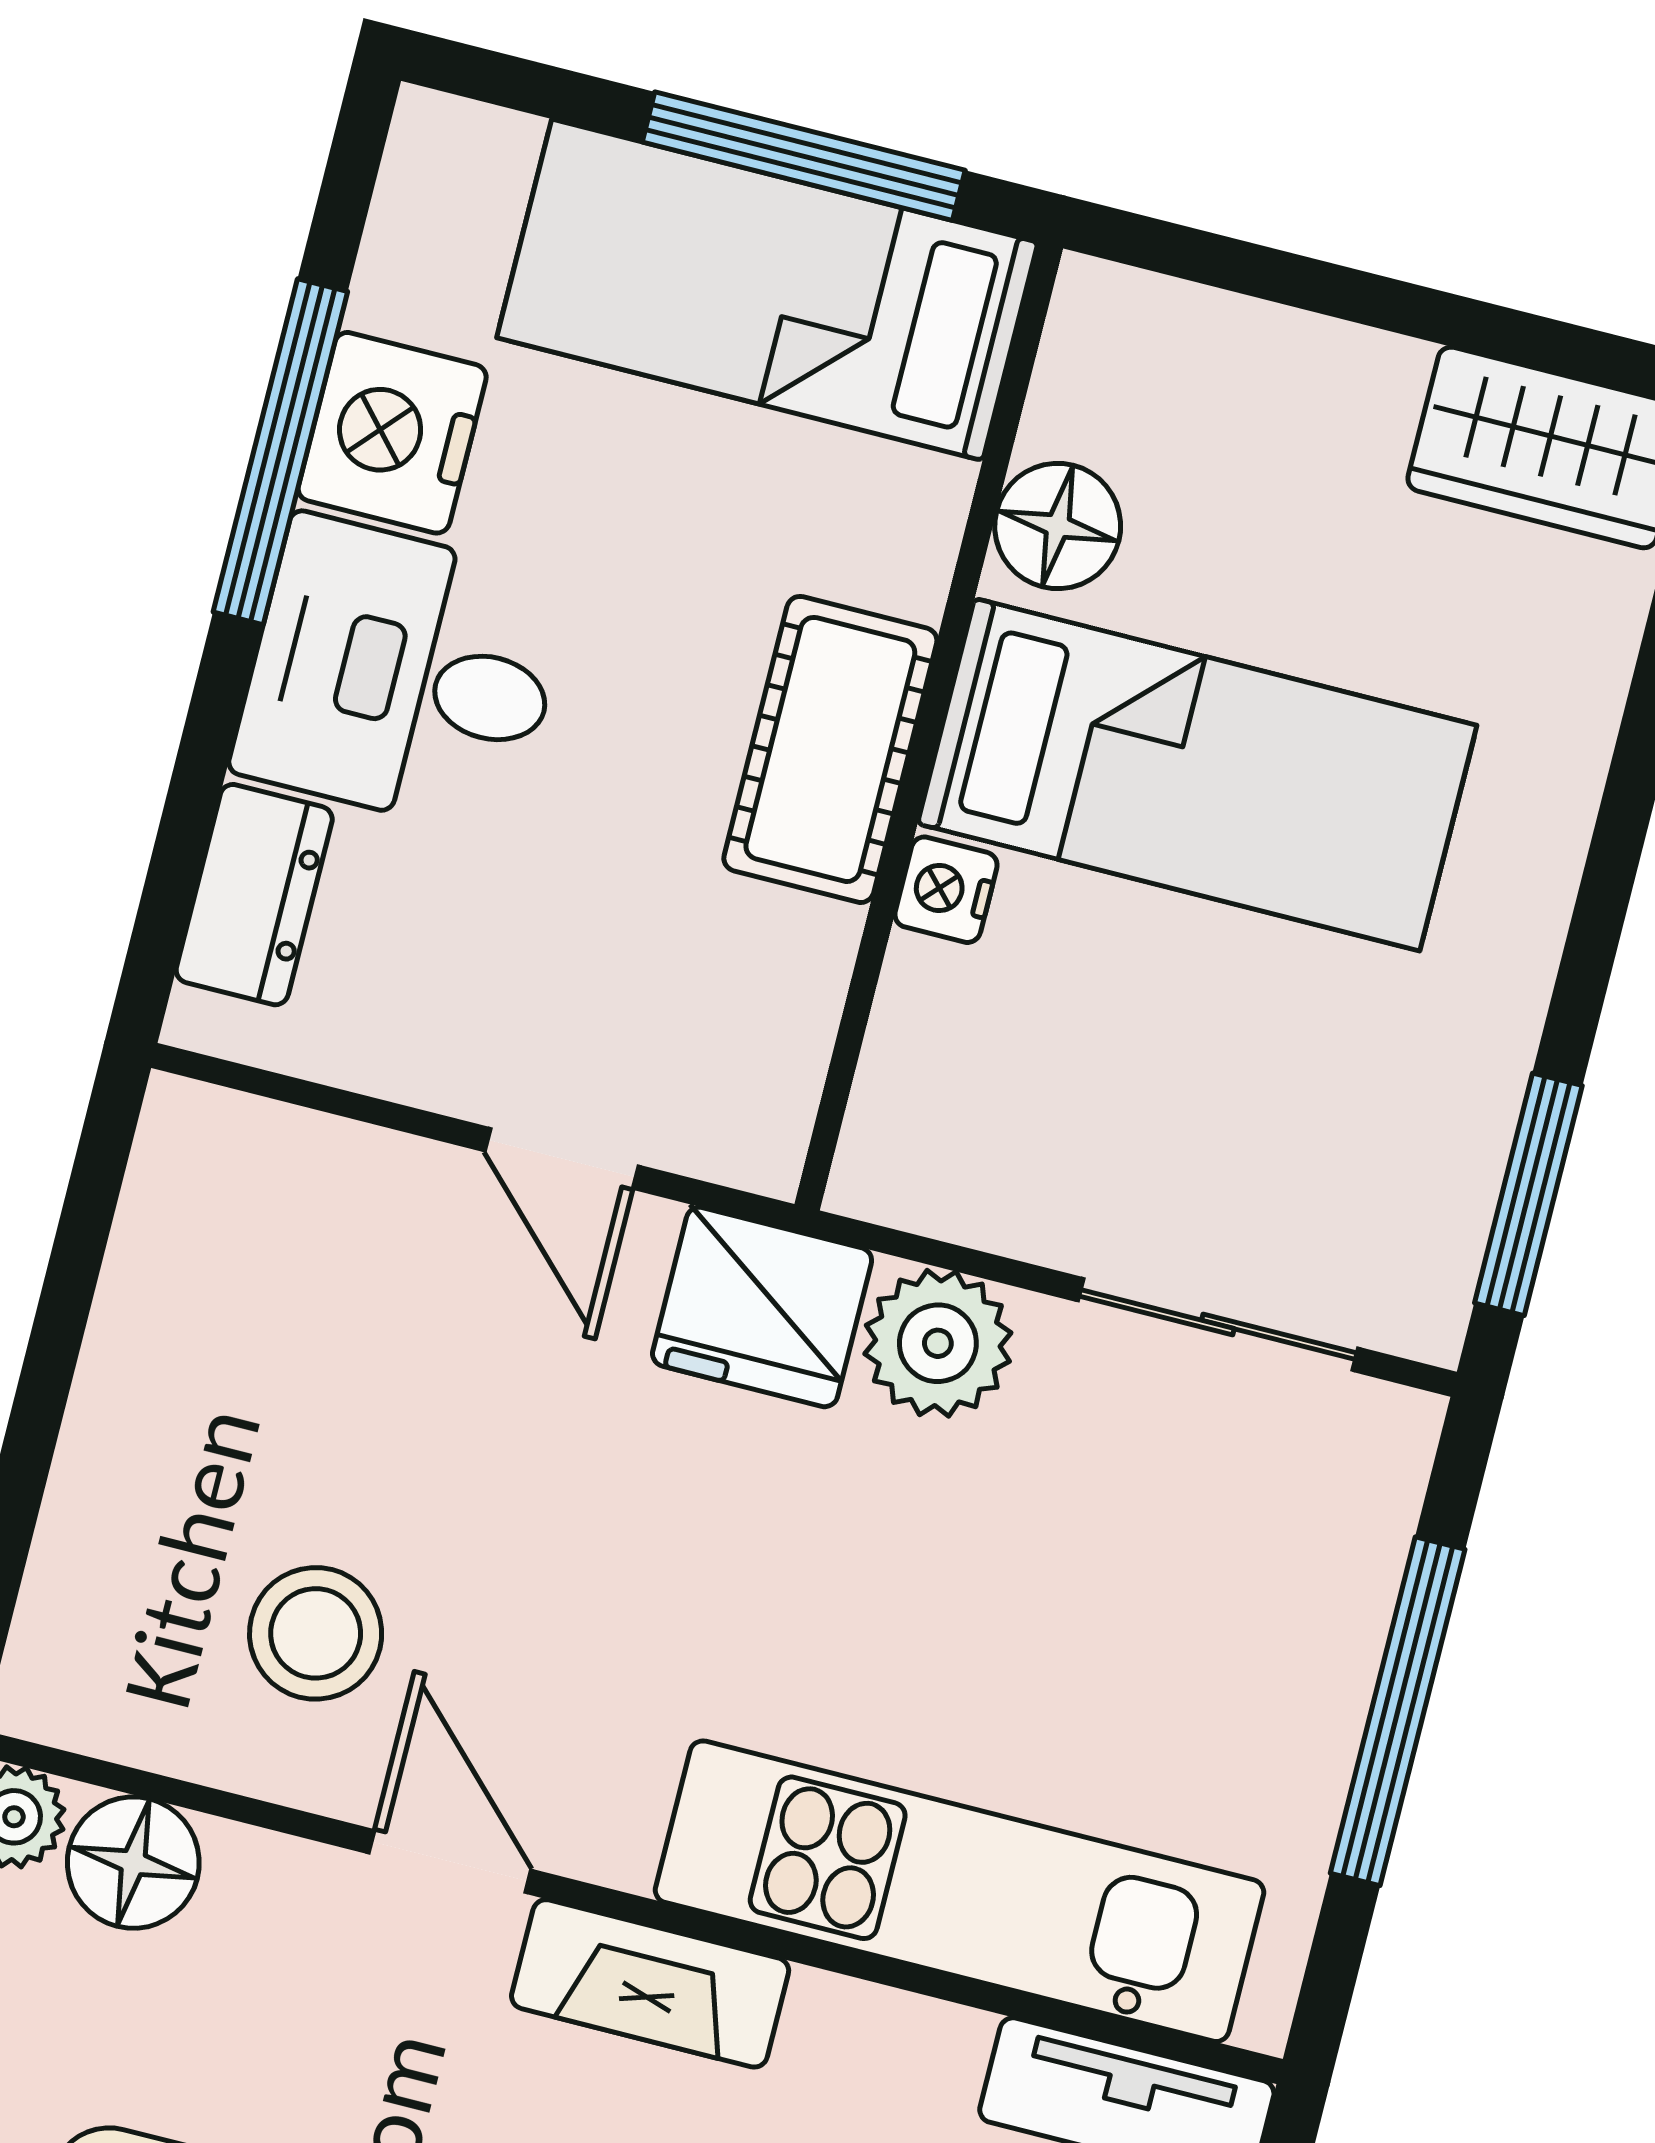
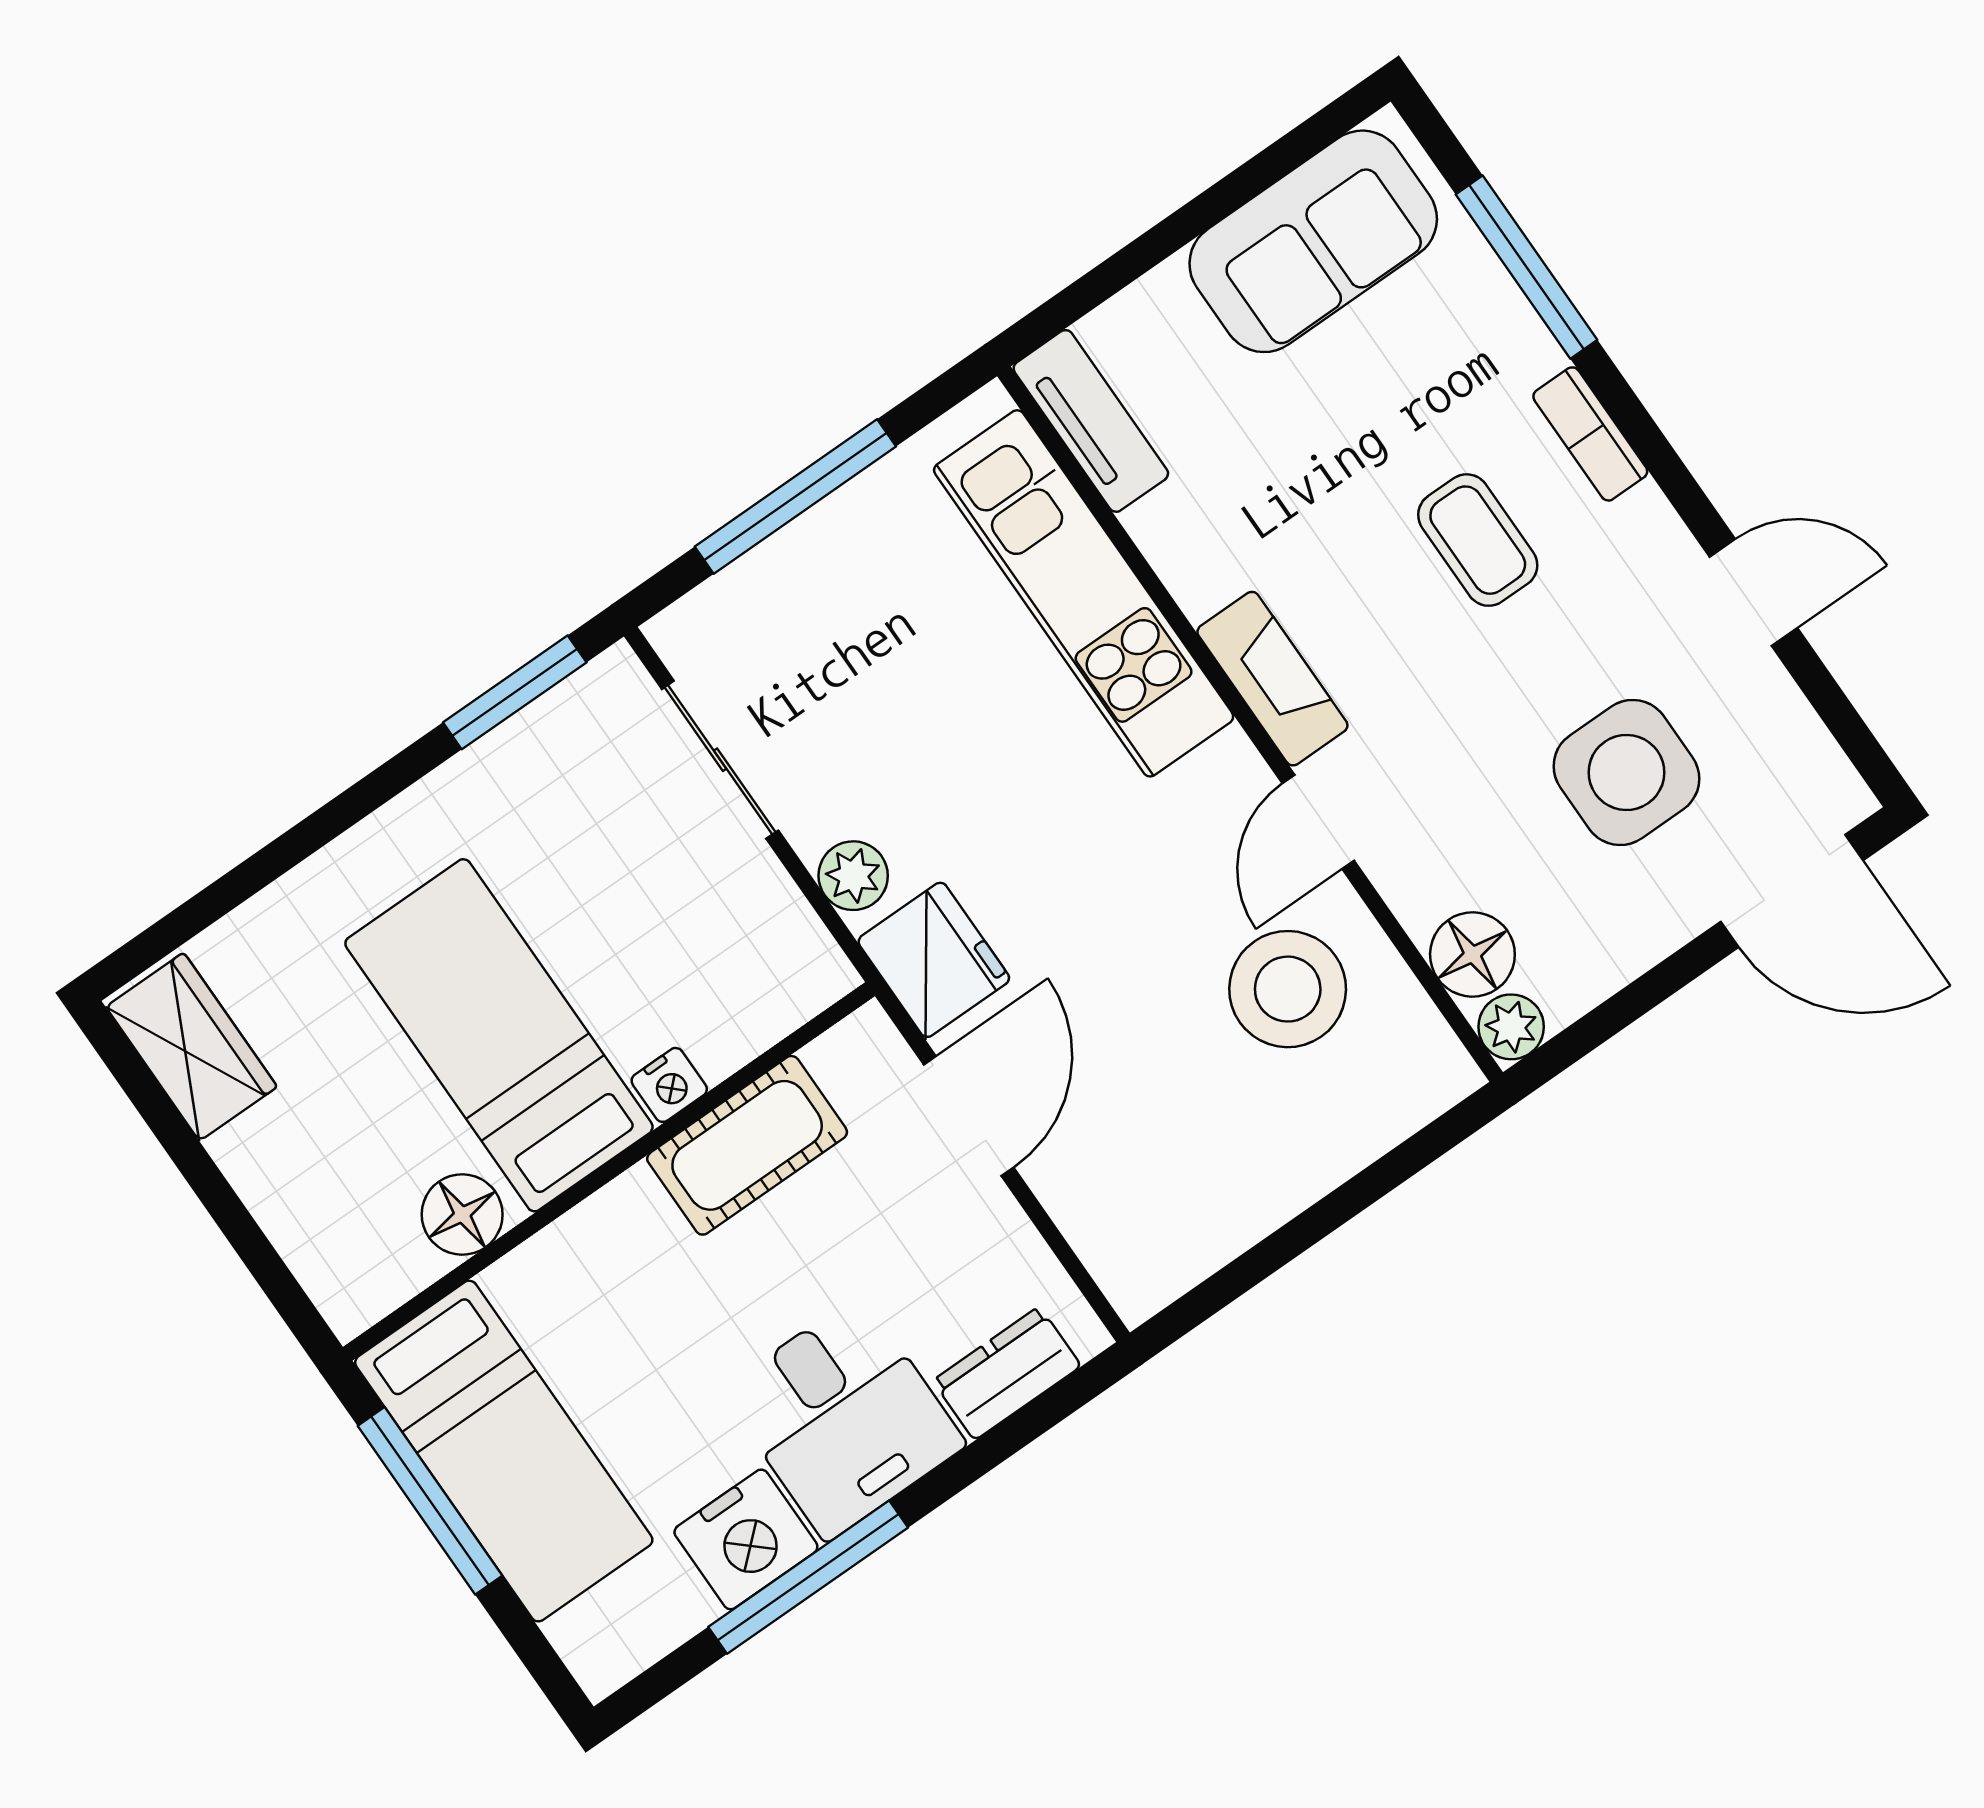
cot: (830, 749) -> (747, 1145), moved
door: (562, 1158) -> (969, 1116), width x1.38
plant: (938, 1343) -> (853, 876), width x0.73, depth x0.73
stool: (316, 1633) -> (1288, 989), width x1.38, depth x1.38

